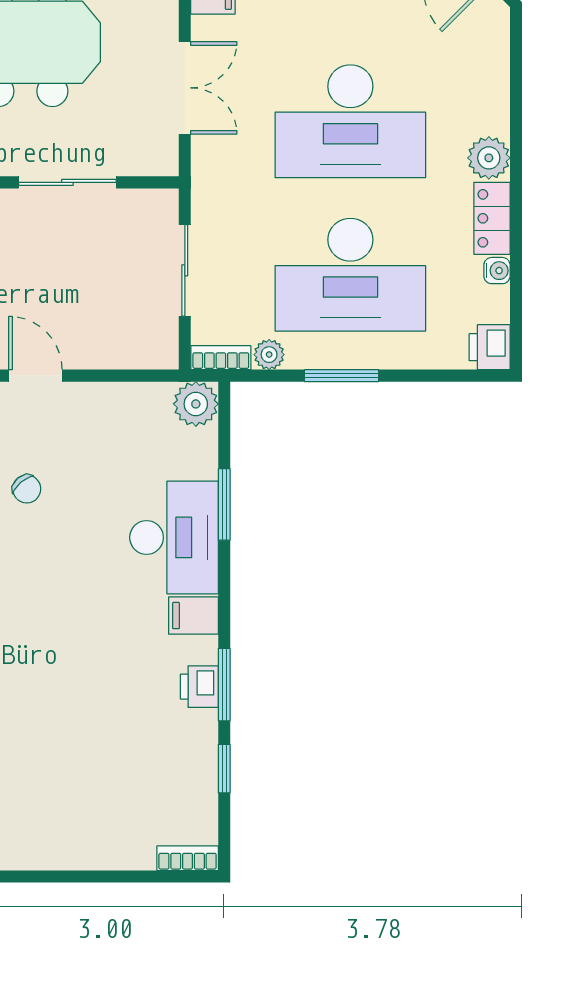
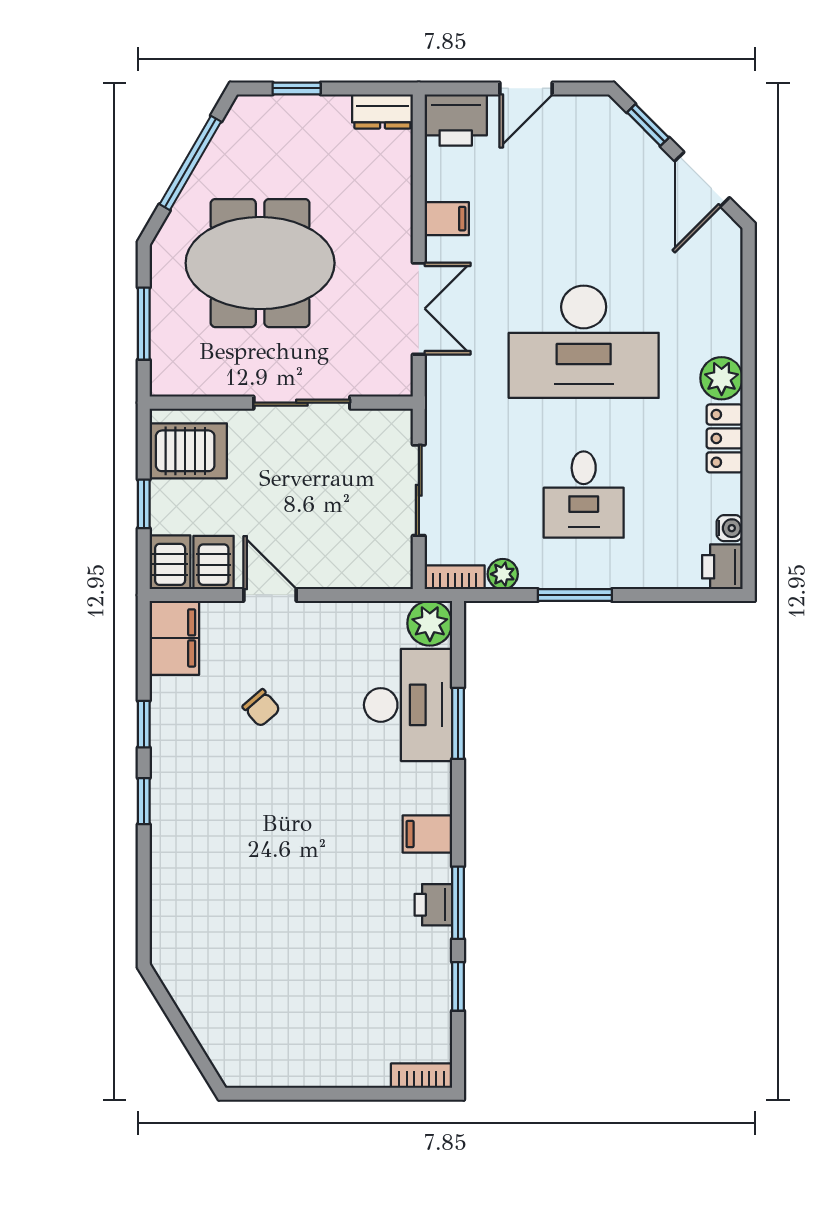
water cooler: (497, 271) -> (730, 528), moved
desk: (350, 275) -> (584, 495), width x0.53, depth x0.77
desk: (174, 537) -> (408, 705), moved

